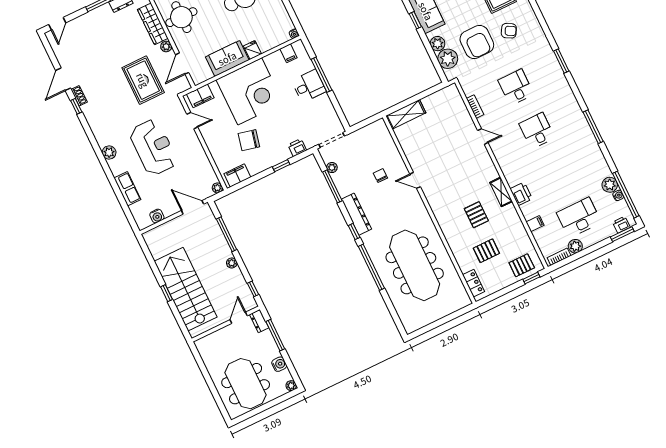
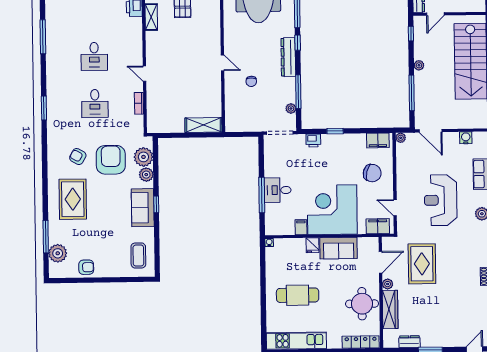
filing cabinet: (288, 53) -> (301, 227), moved
chair: (249, 140) -> (372, 173), moved

